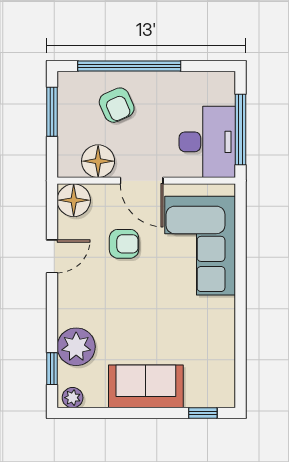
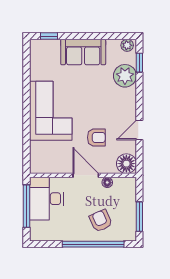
floor lamp: (98, 161) -> (107, 182), width x0.53, depth x0.53
armchair: (124, 244) -> (96, 137), turned 180
corner sofa: (200, 246) -> (51, 111), moved

